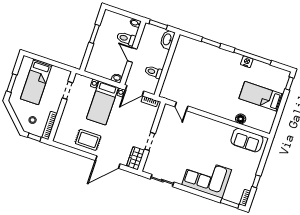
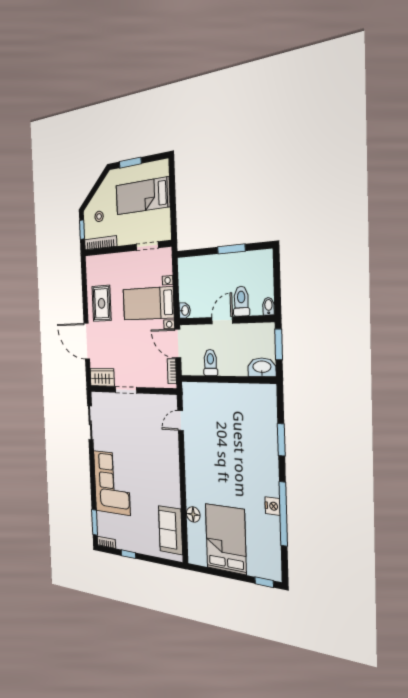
bed: (261, 96) -> (226, 539), width x1.50

